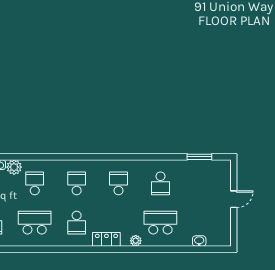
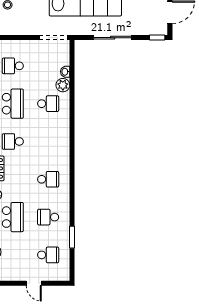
window: (199, 157) -> (72, 237), moved
school desk: (77, 183) -> (48, 255), moved

